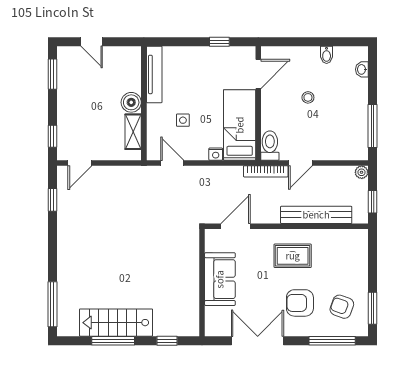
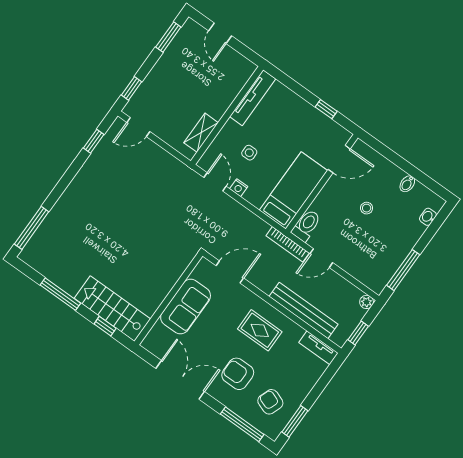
boiler: (131, 102) -> (217, 107), removed
nightstand: (216, 154) -> (239, 188), moved
tv unit: (349, 236) -> (318, 348), added
stairs: (116, 323) -> (112, 309), moved

